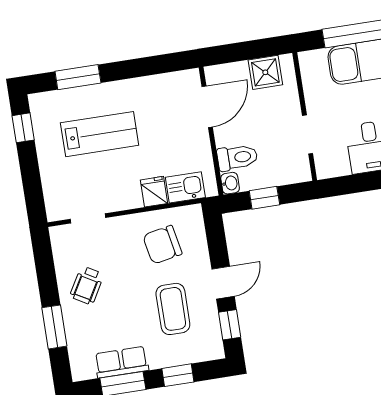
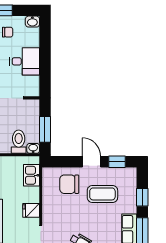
fridge: (154, 192) -> (31, 210), moved
window: (264, 198) -> (45, 129), width x1.50
chair: (162, 245) -> (69, 184), moved, turned 101

